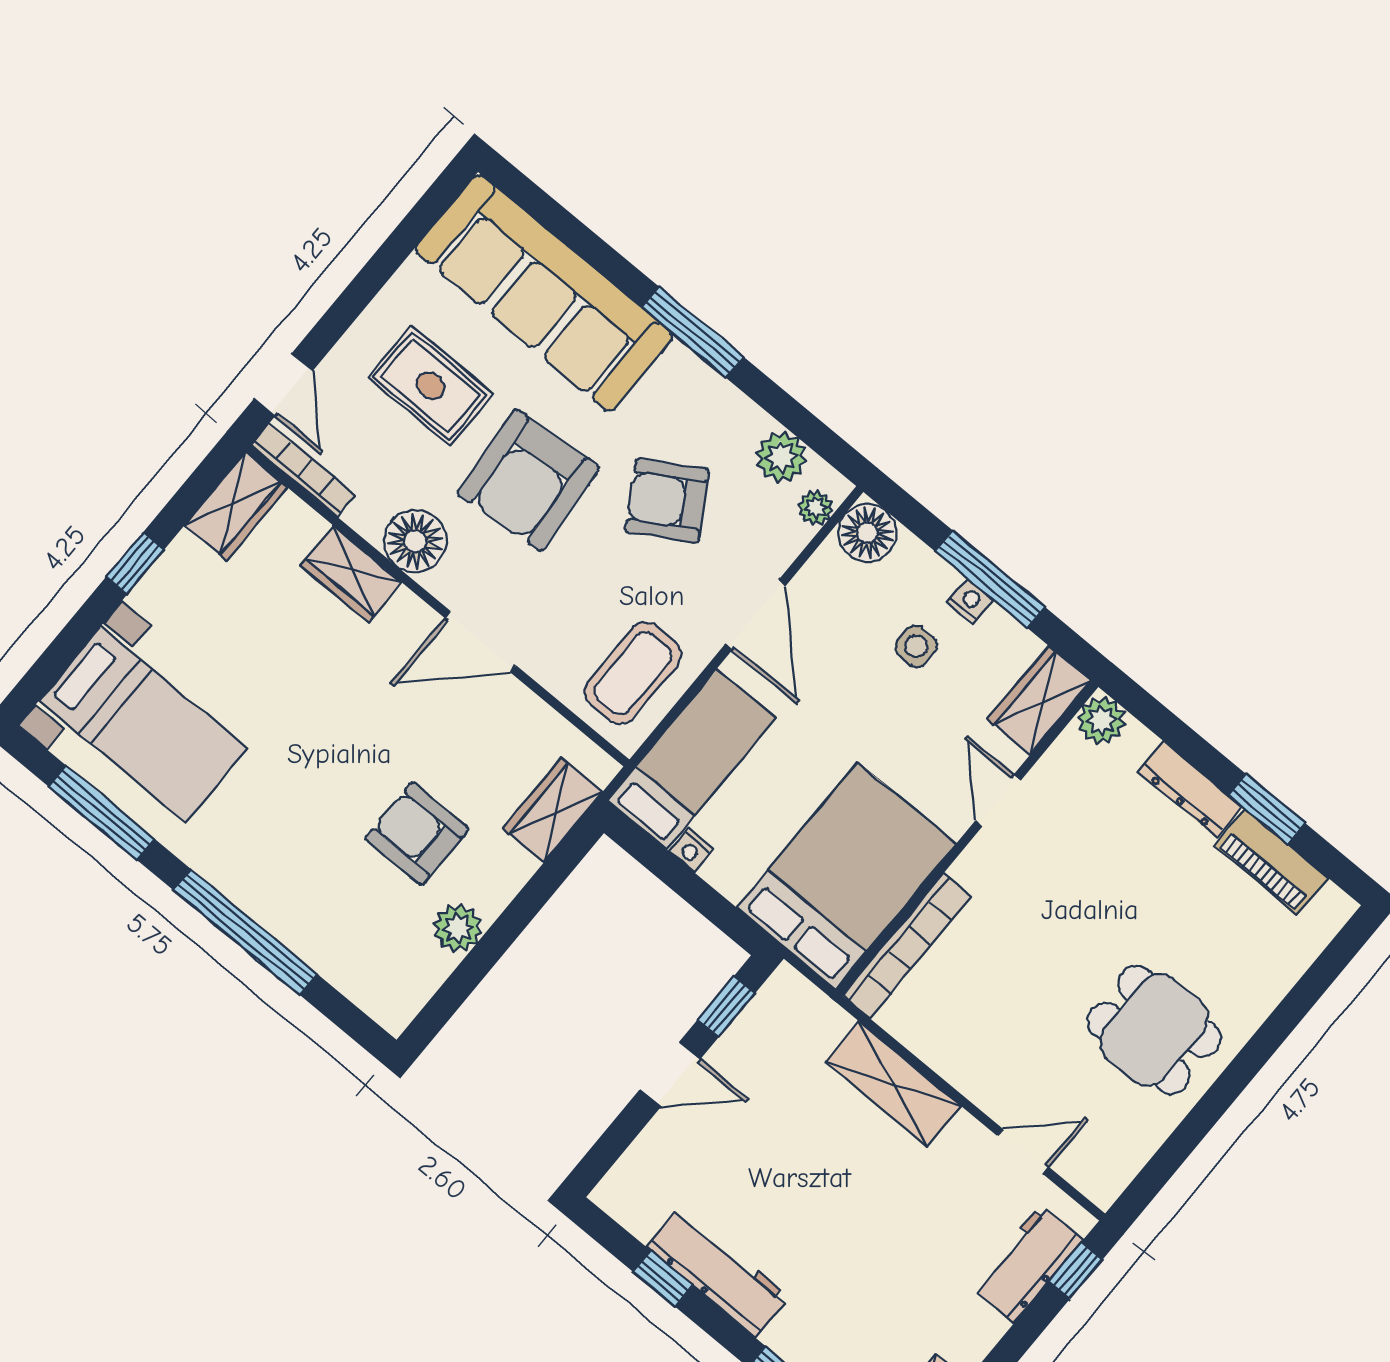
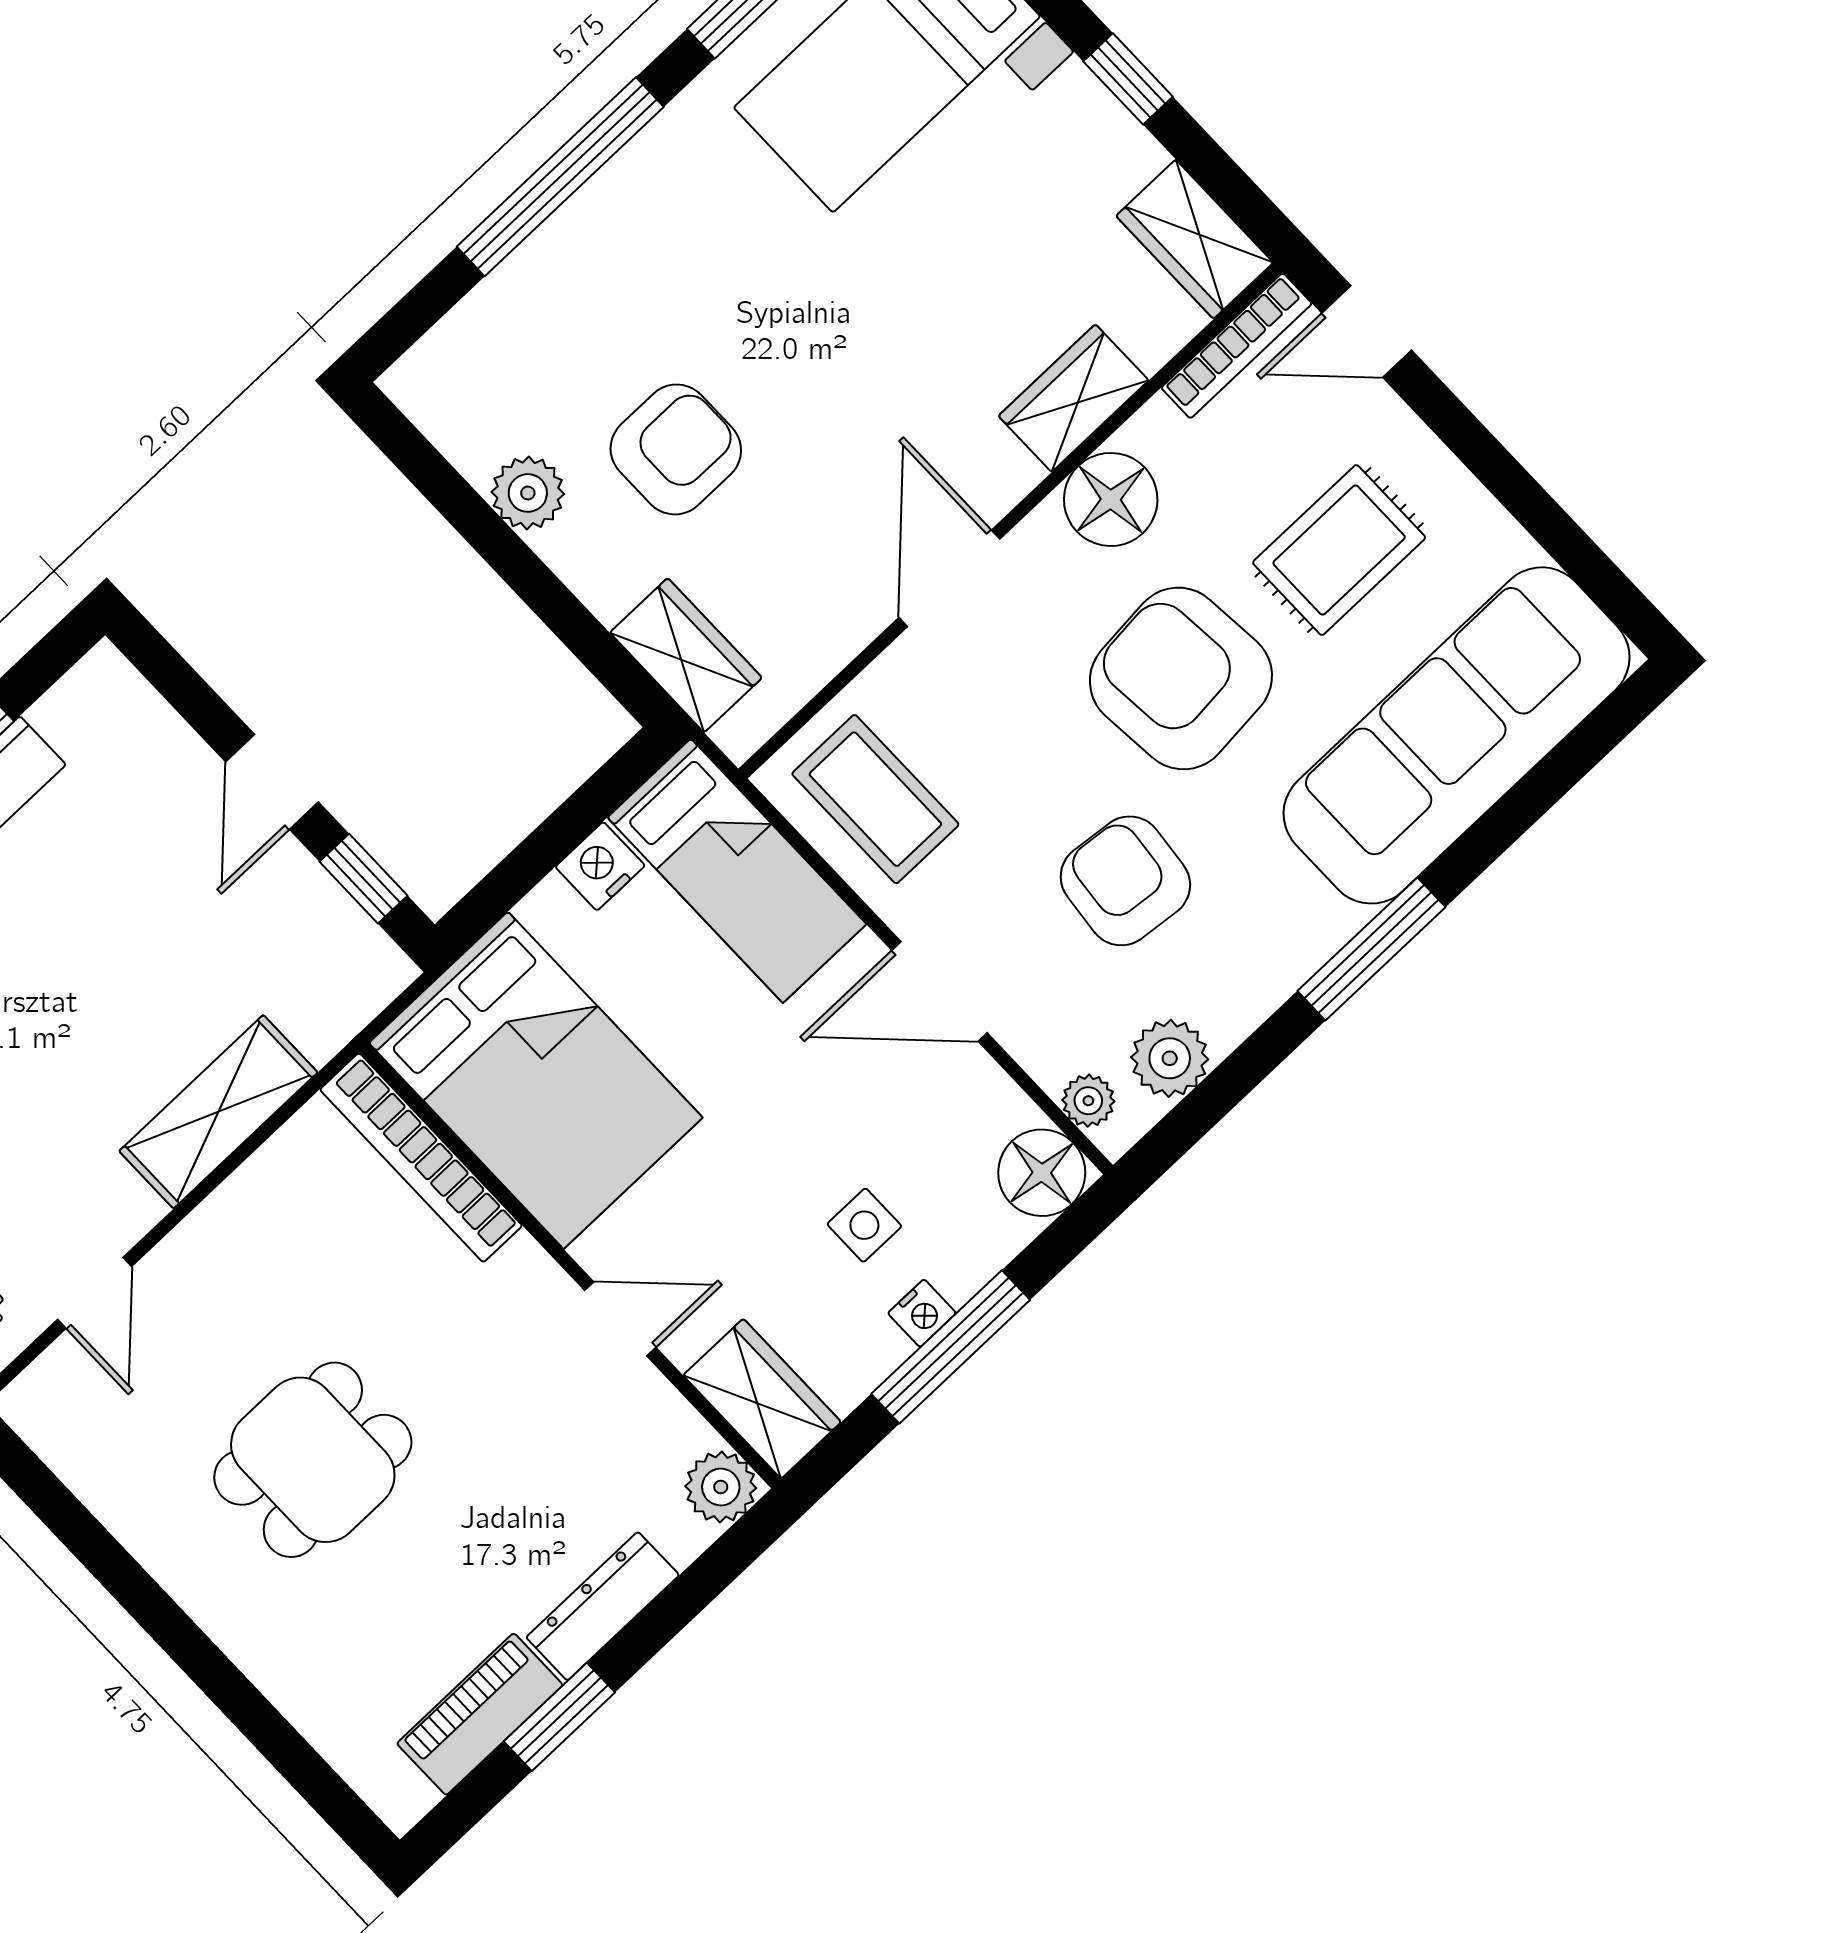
armchair: (667, 501) -> (1125, 881), turned -53
nightstand: (691, 850) -> (600, 866), width x1.39, depth x1.35
dining table: (1154, 1030) -> (313, 1460), moved

